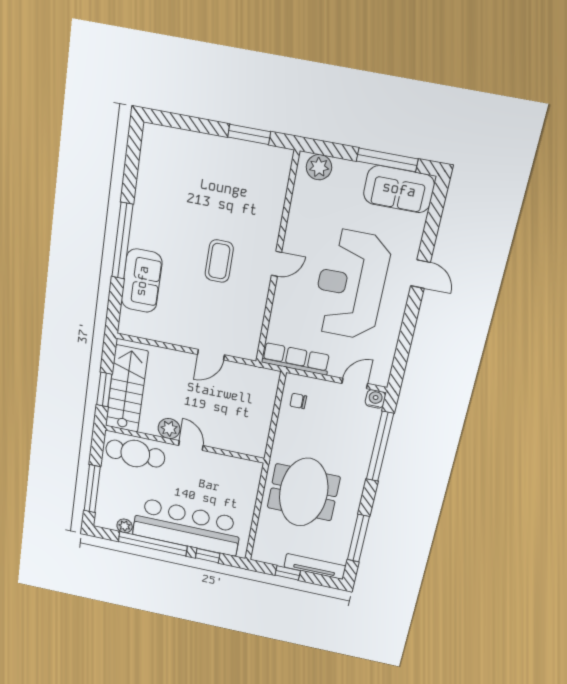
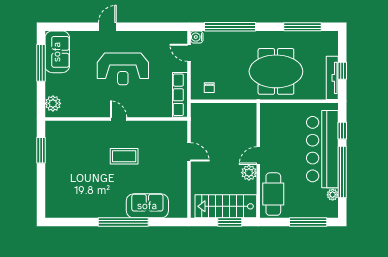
reception desk: (351, 285) -> (123, 69), width x0.74, depth x0.77
tv unit: (315, 566) -> (332, 78), moved

